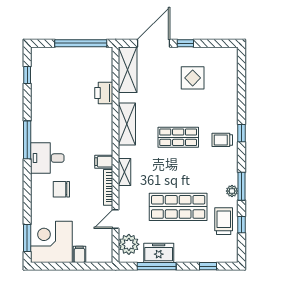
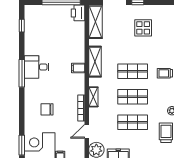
printer: (104, 93) -> (78, 13), moved
desk: (47, 158) -> (37, 67), moved
filing cabinet: (104, 162) -> (78, 68), moved
shop shelf: (178, 172) -> (133, 97), added
shop shelf: (178, 207) -> (133, 122), width x0.70, depth x0.74

